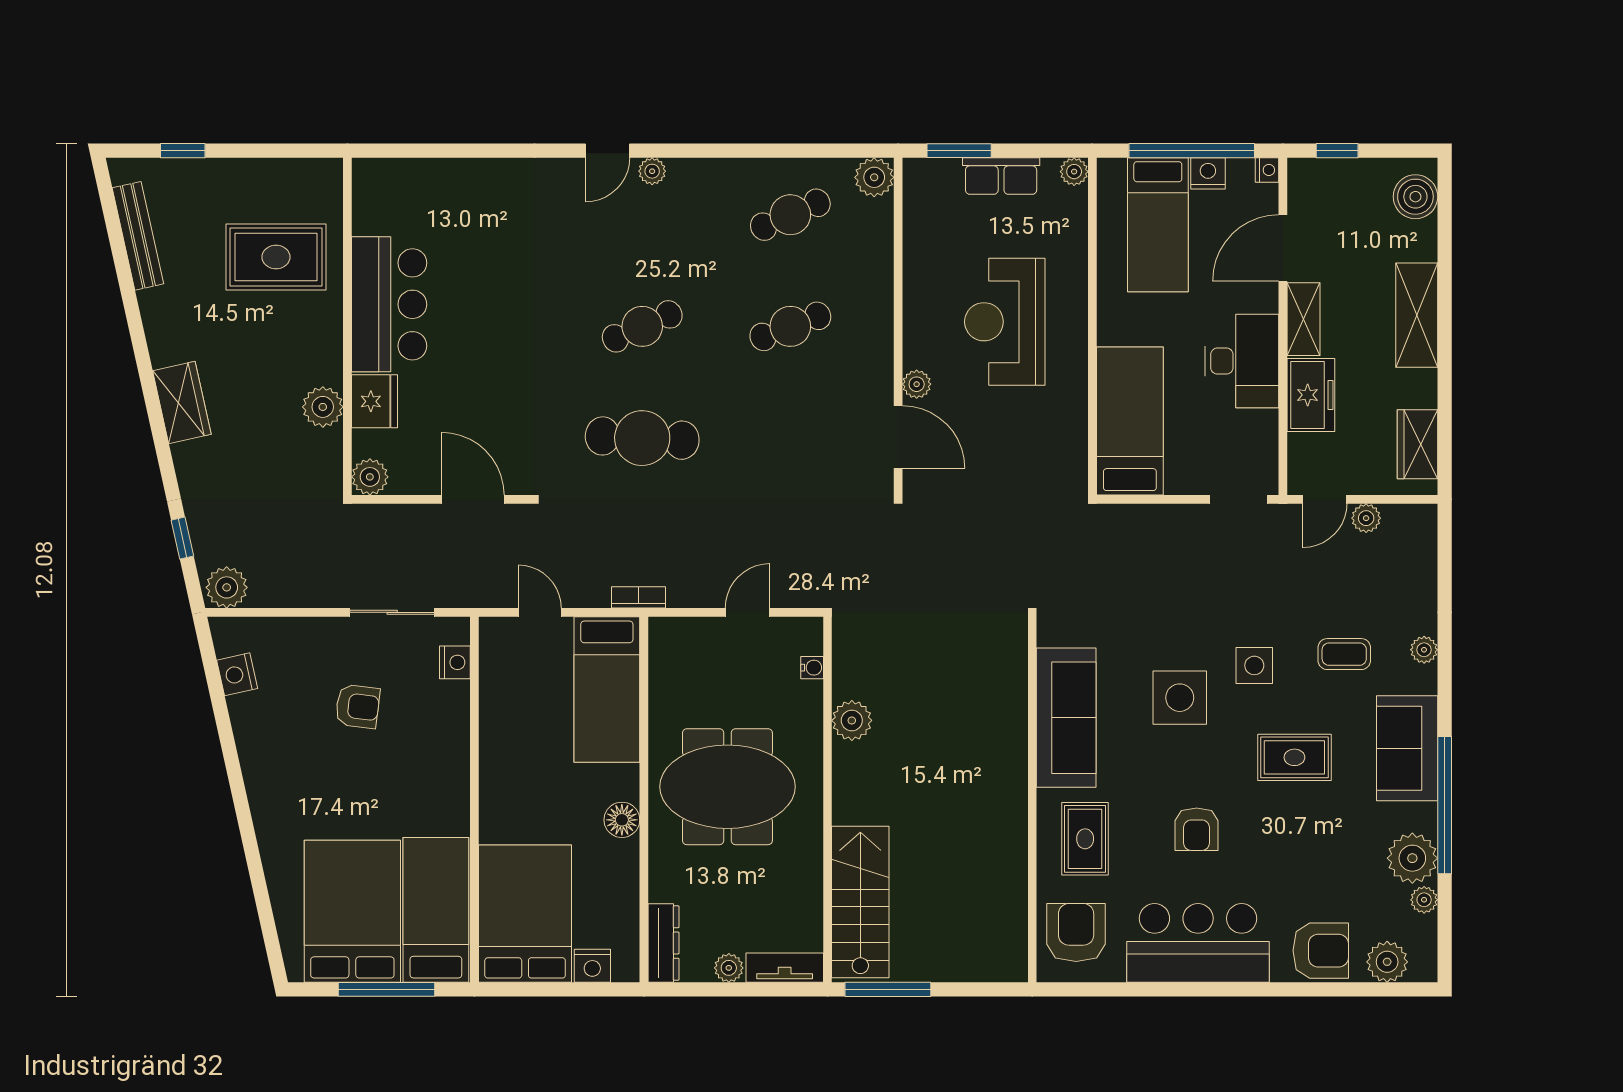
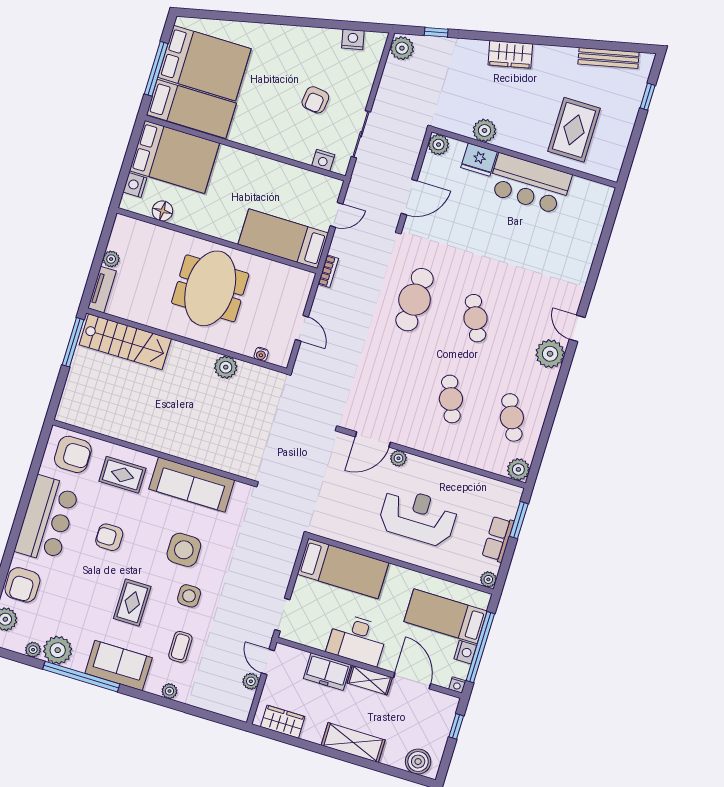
plant: (652, 171) -> (550, 354), width x1.87, depth x1.87
floor lamp: (622, 820) -> (162, 211), moved
dresser: (664, 943) -> (136, 228), removed

